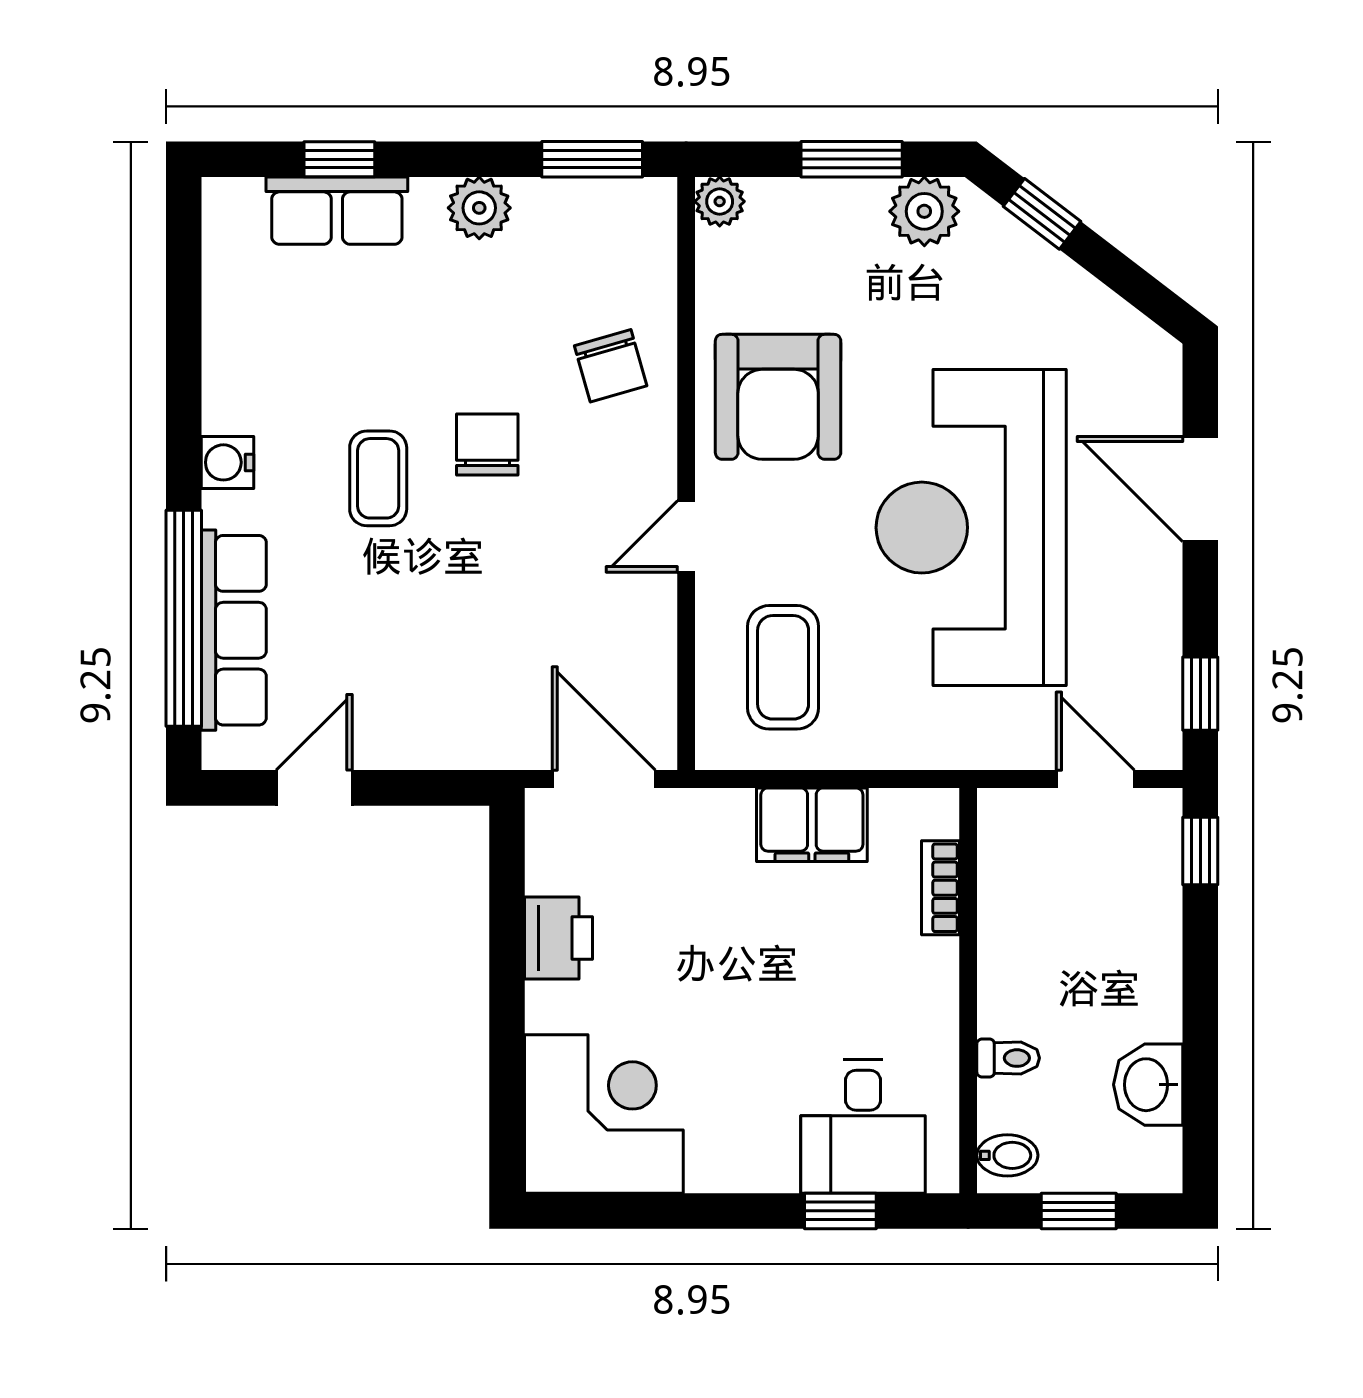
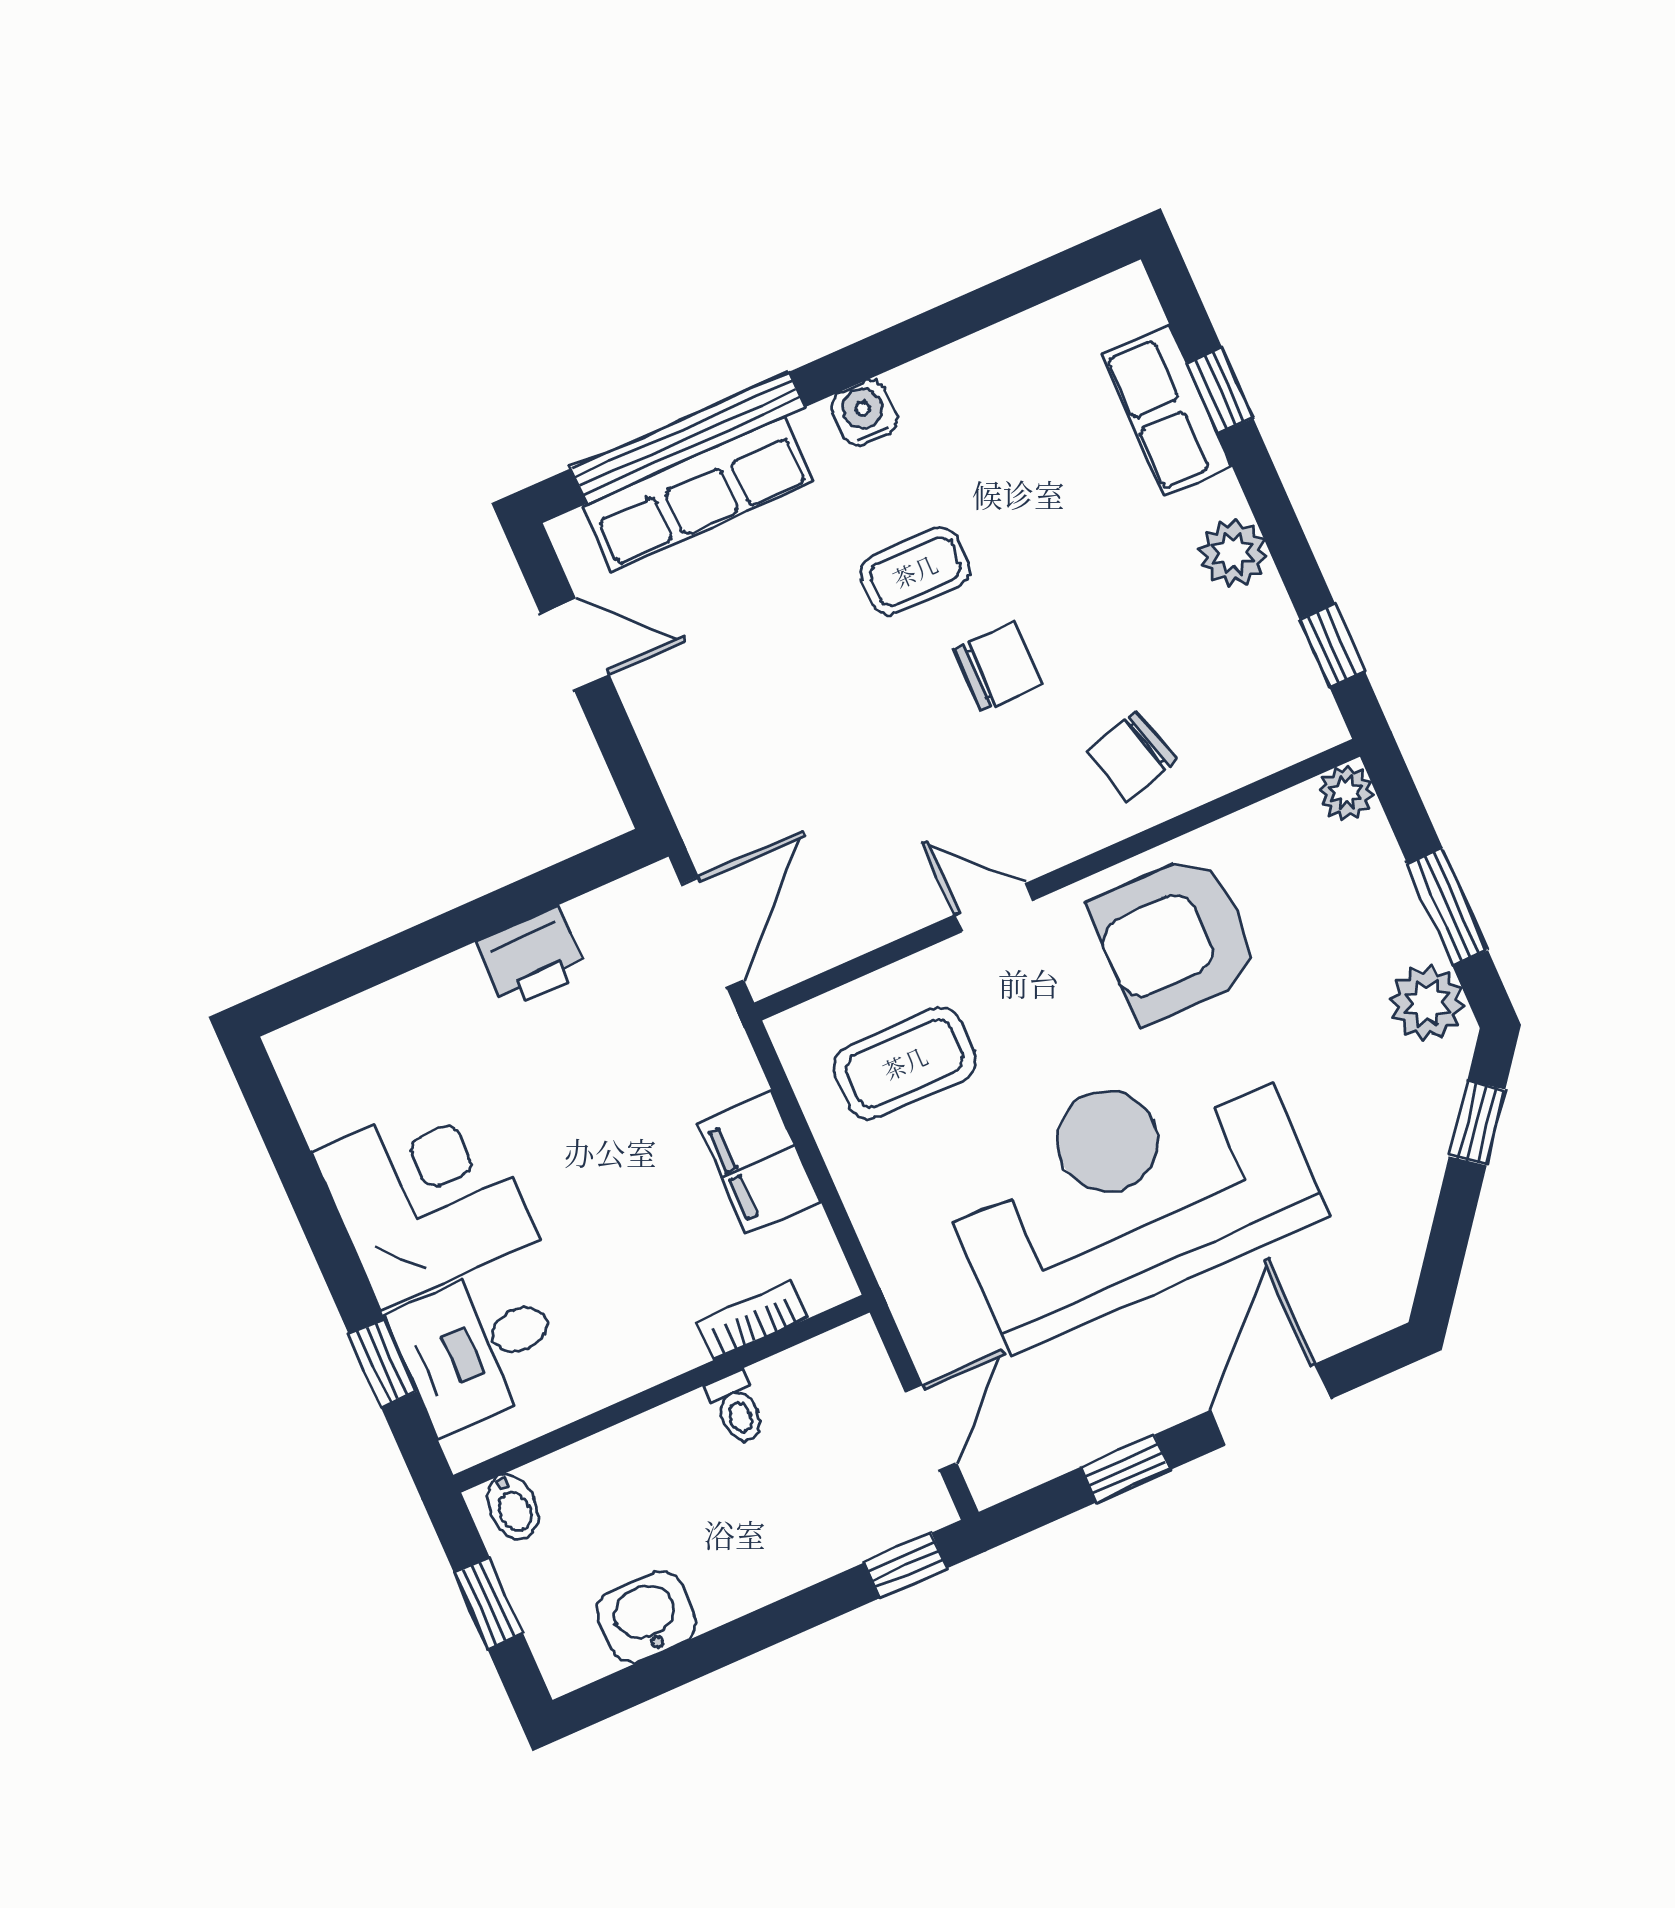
window: (592, 159) -> (1332, 645), width x0.67
window: (1200, 694) -> (1125, 1469), moved
toilet: (1008, 1058) -> (737, 1409), moved
corner desk: (604, 1114) -> (425, 1195), moved, turned -90

